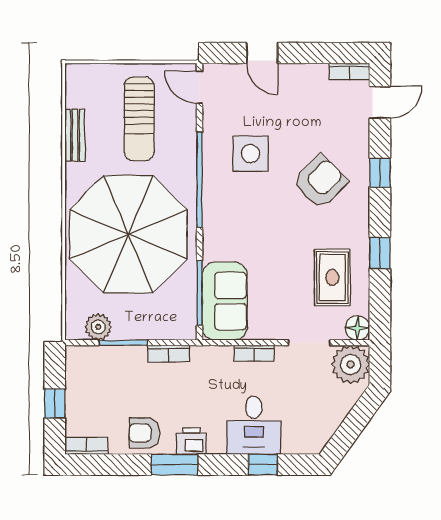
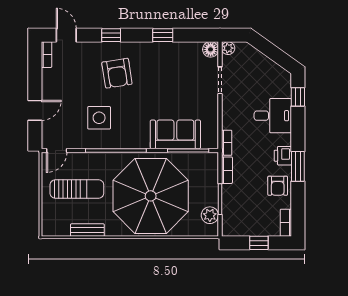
armchair: (320, 182) -> (117, 73), turned -144
rug: (332, 277) -> (178, 66), removed
sofa: (225, 301) -> (175, 134), moved
bookcase: (254, 353) -> (227, 143), moved
plant: (351, 364) -> (228, 48), width x0.53, depth x0.53
window: (263, 465) -> (298, 97), moved

